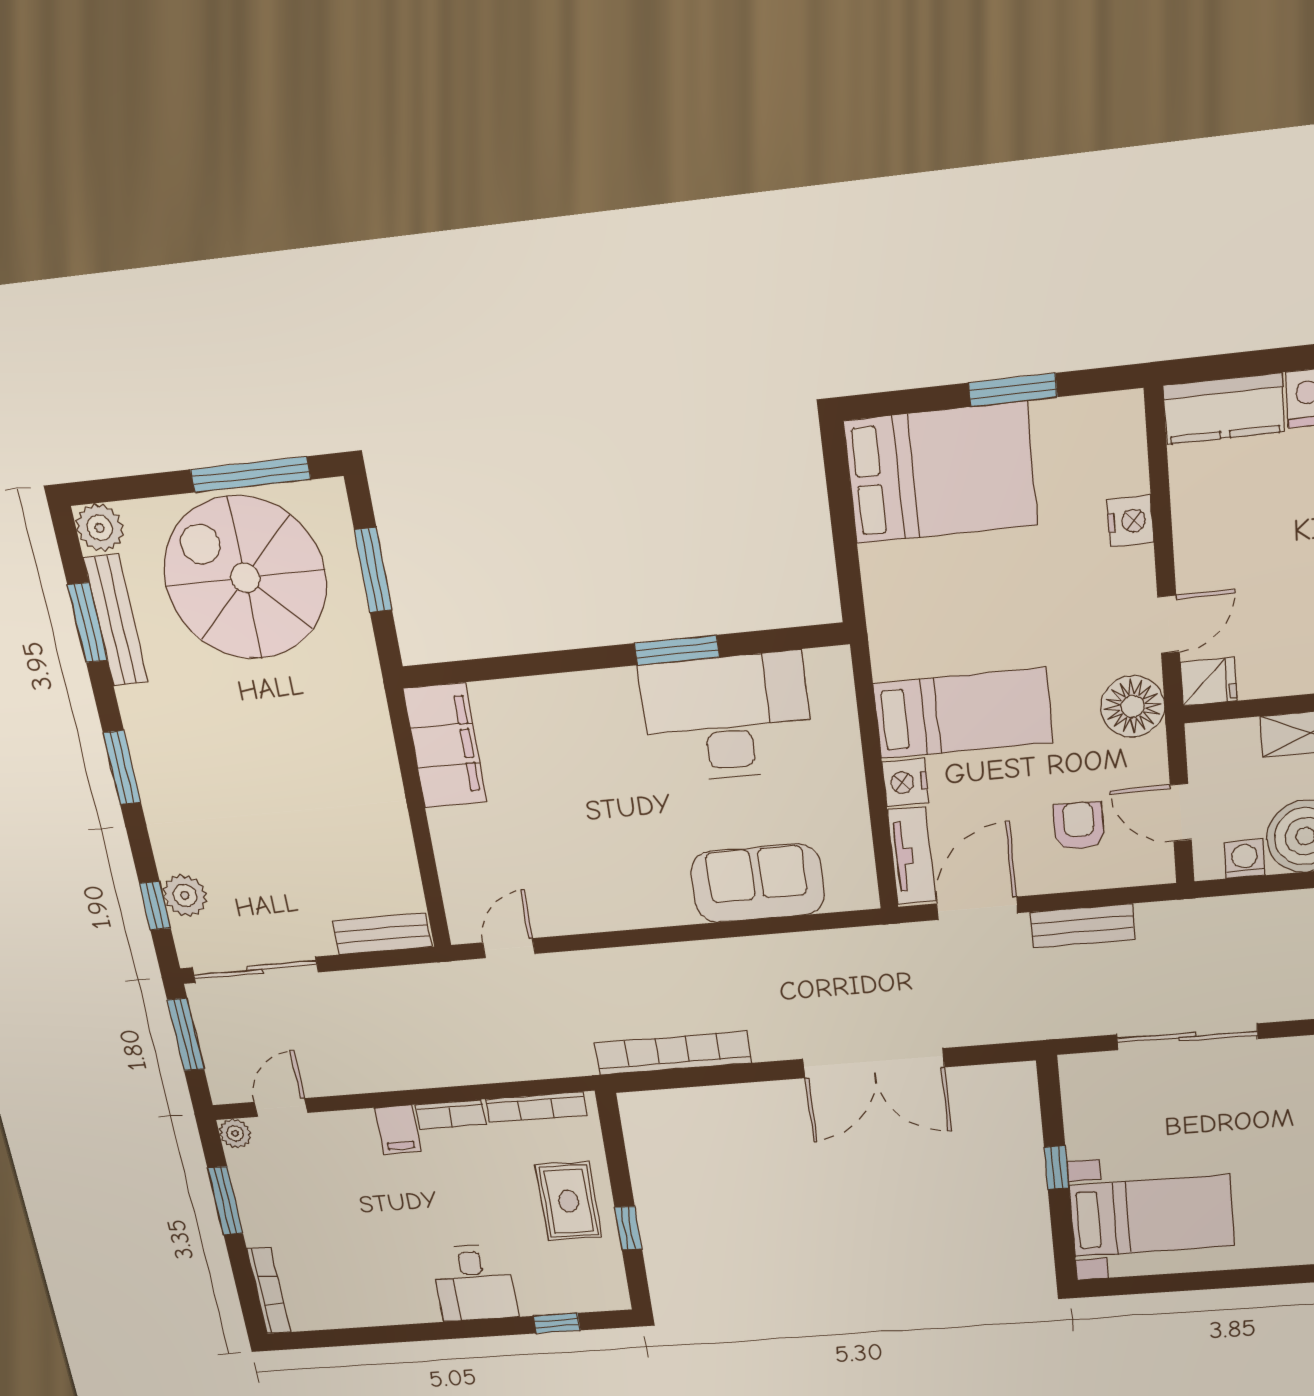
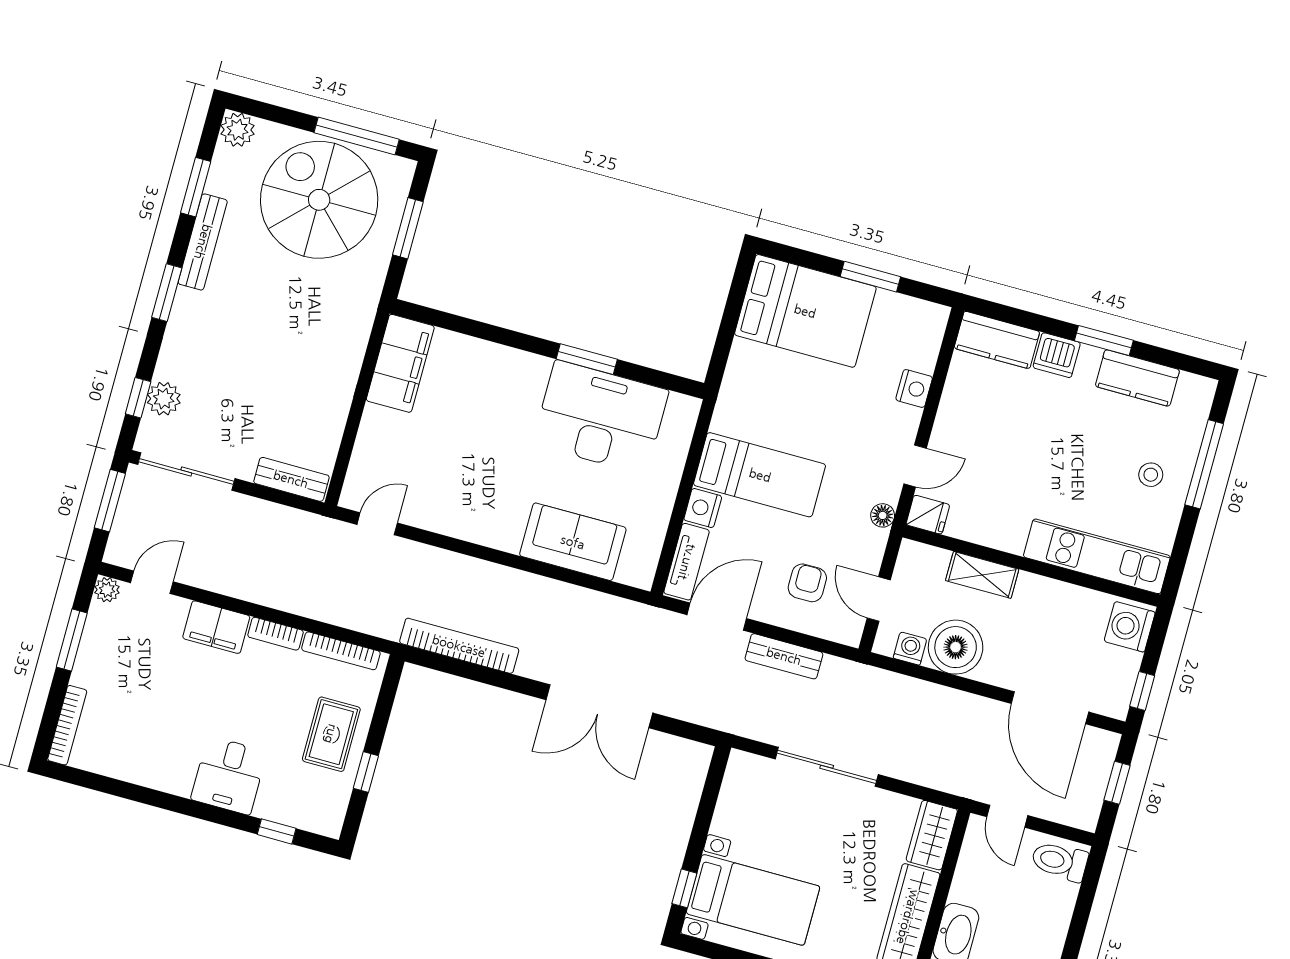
bench: (116, 620) -> (203, 242), moved
floor lamp: (1133, 706) -> (883, 515), width x0.53, depth x0.53
filing cabinet: (398, 1129) -> (216, 627), width x2.00
window: (1057, 1168) -> (684, 888), moved

